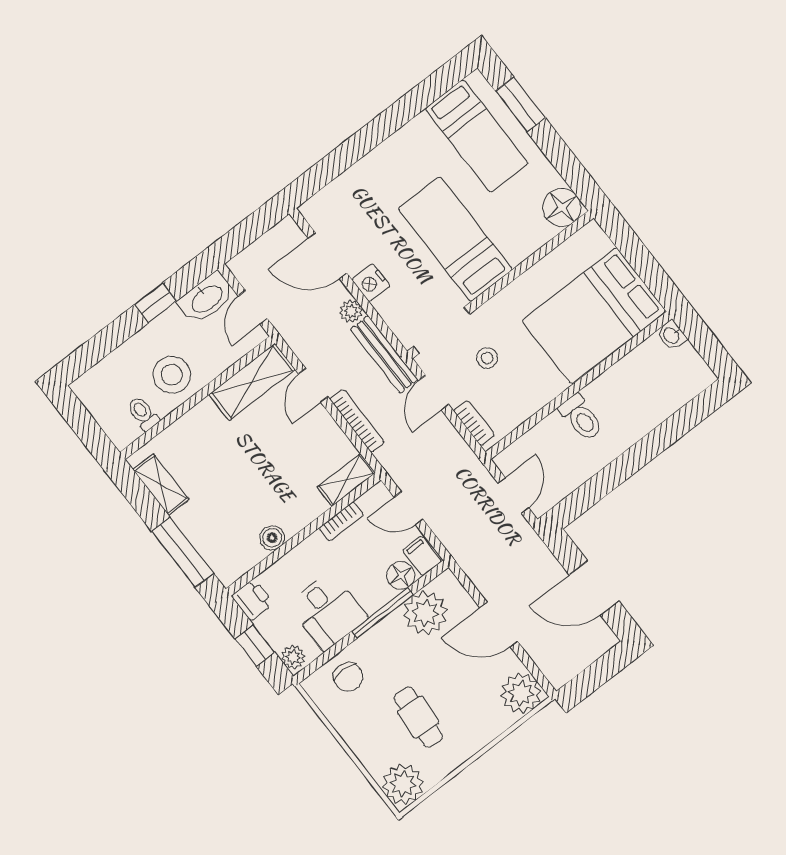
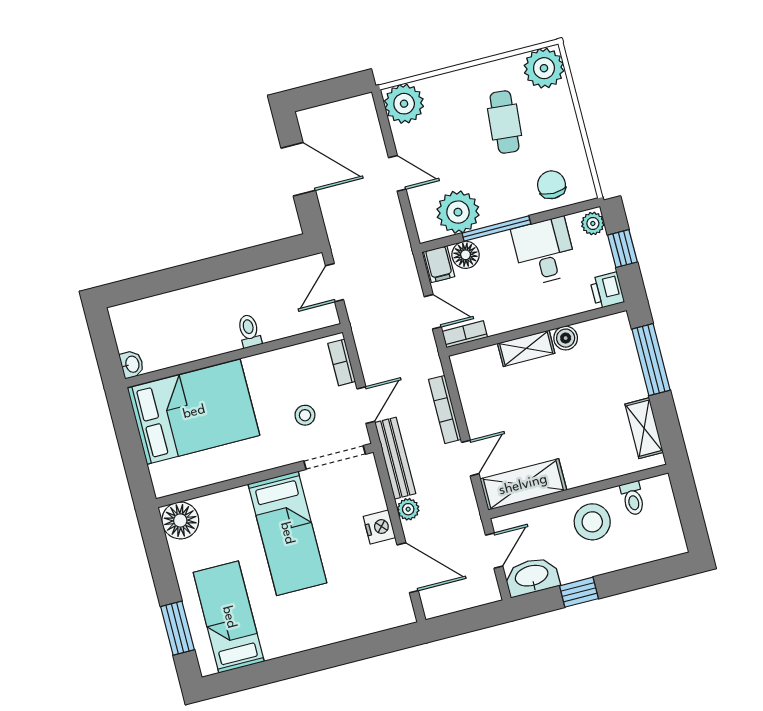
toilet: (581, 418) -> (249, 331), width x0.73, depth x0.72
shelving: (346, 480) -> (526, 348), moved
bookcase: (341, 522) -> (465, 334), moved
door: (499, 625) -> (397, 173), width x0.73

